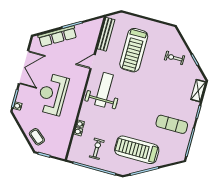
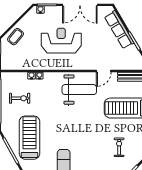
exercise bike: (174, 58) -> (119, 147), moved
door: (93, 62) -> (104, 71), swing flipped

